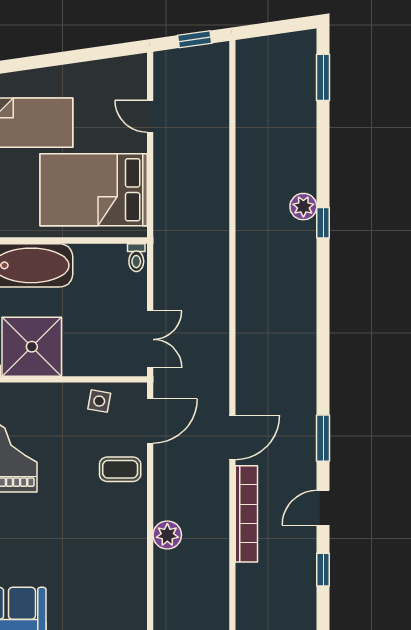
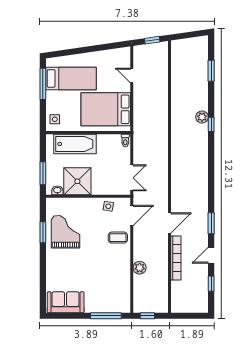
window: (323, 77) -> (211, 71), moved

